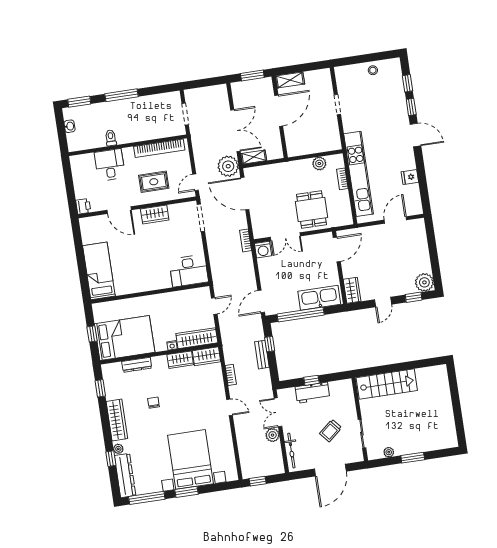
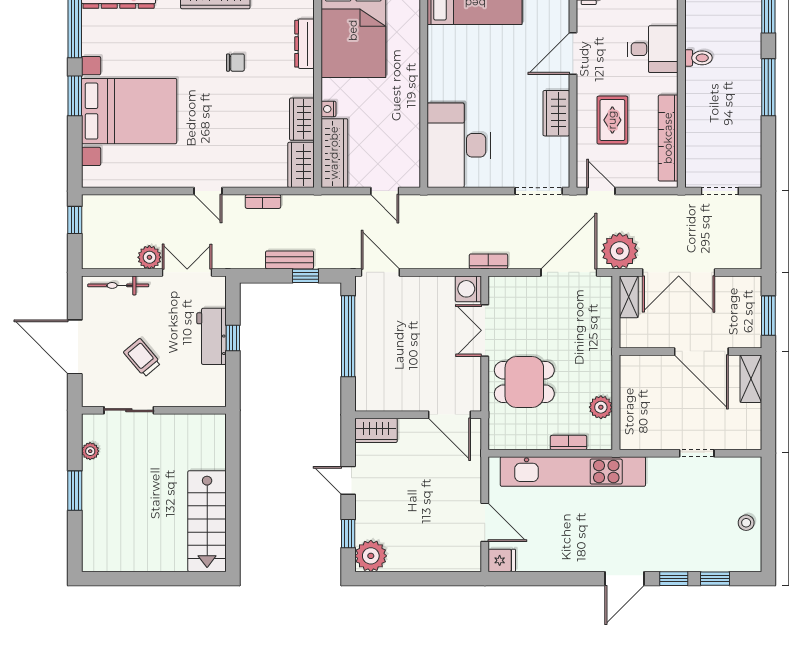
fridge: (410, 177) -> (502, 560), moved, turned 90
desk: (189, 271) -> (459, 145), width x1.36, depth x1.30
kitchen sink: (319, 298) -> (372, 372), removed
stairs: (387, 384) -> (207, 521), moved
door: (230, 407) -> (208, 191), hinge flipped

